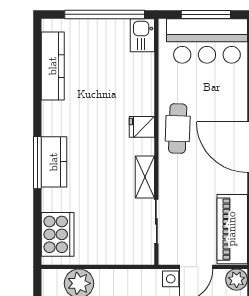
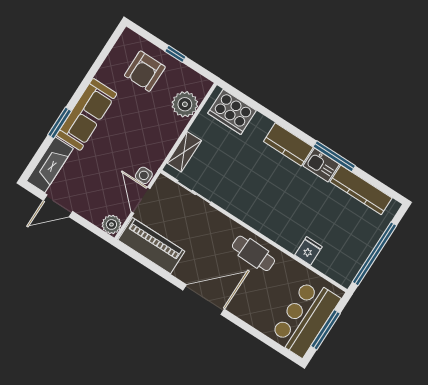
kitchen sink: (142, 35) -> (321, 165), moved, turned 180
fridge: (142, 127) -> (309, 251), moved
window: (37, 163) -> (334, 156), moved
shelving: (145, 177) -> (184, 152), moved, turned 90

